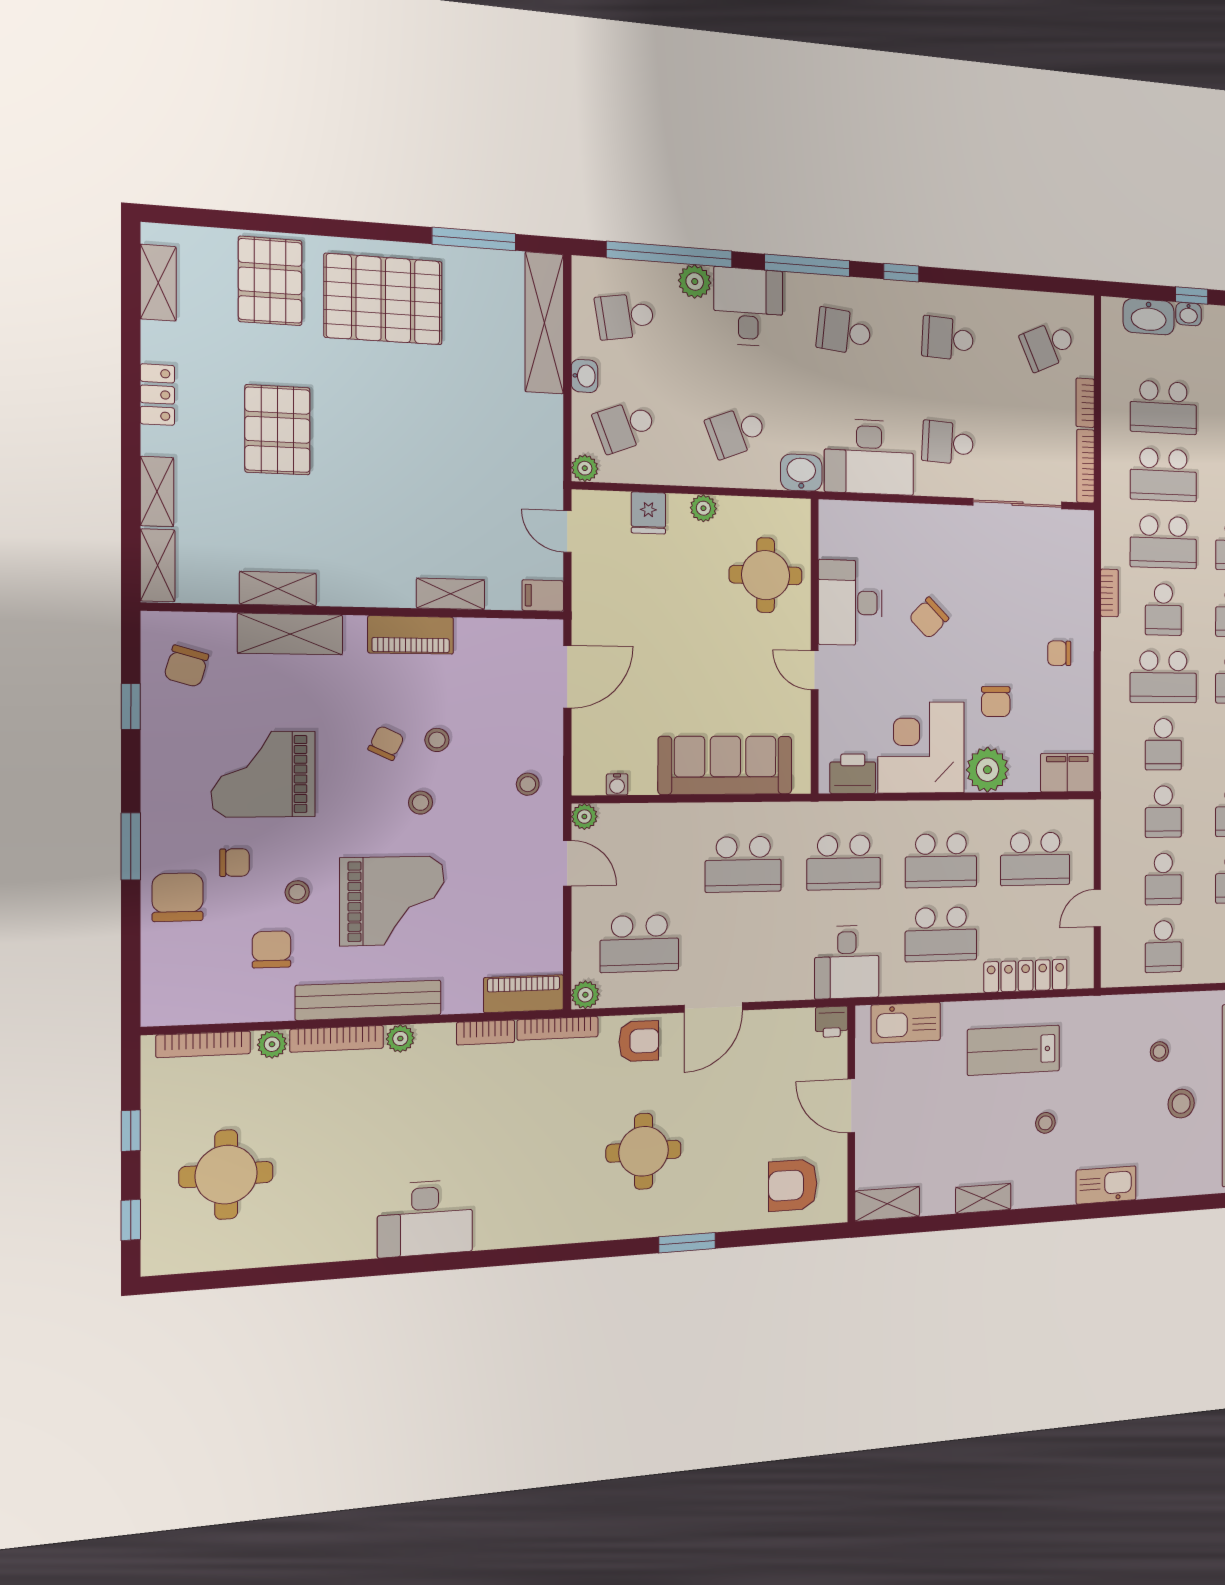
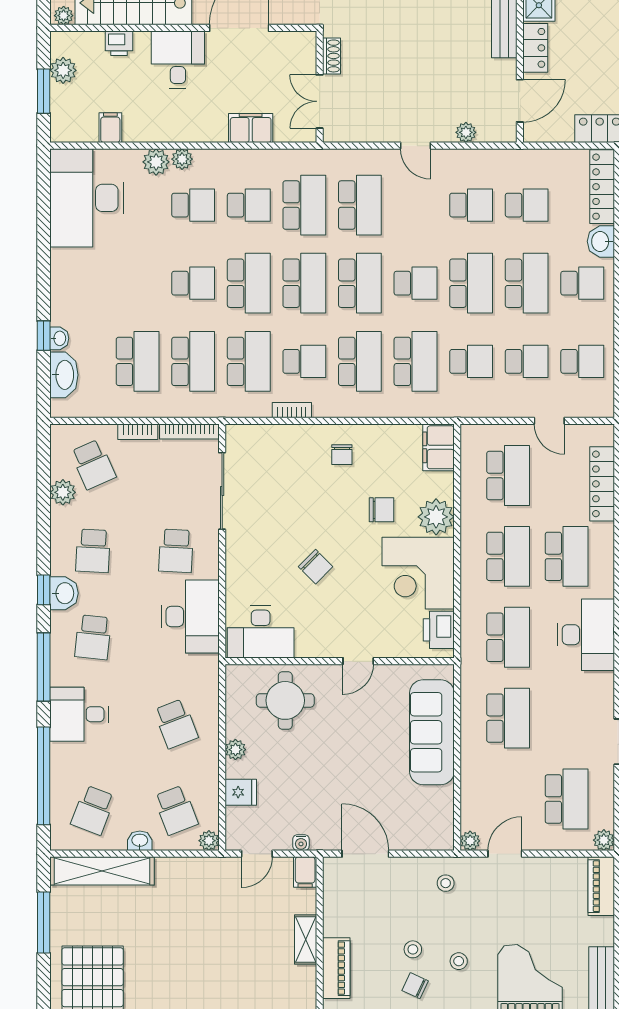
plant: (695, 282) -> (63, 492), moved
school desk: (625, 316) -> (93, 810), turned 30
washbasin: (801, 473) -> (64, 593), moved, turned 180
desk: (850, 603) -> (261, 632), moved
school desk: (1163, 744) -> (416, 361), width x1.85
water cooler: (617, 784) -> (301, 843), moved, turned 90
desk: (847, 962) -> (586, 635), width x1.37

